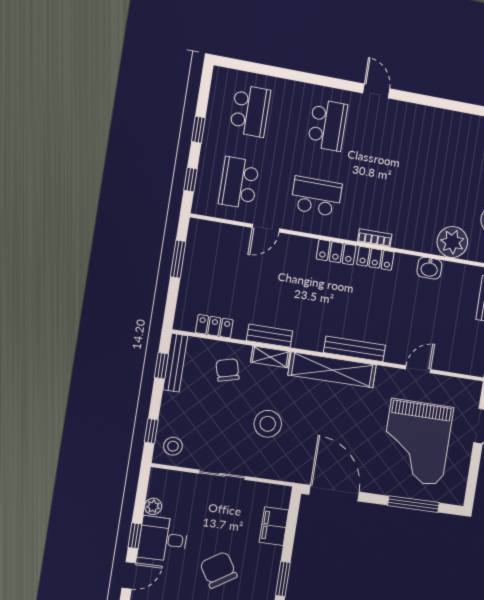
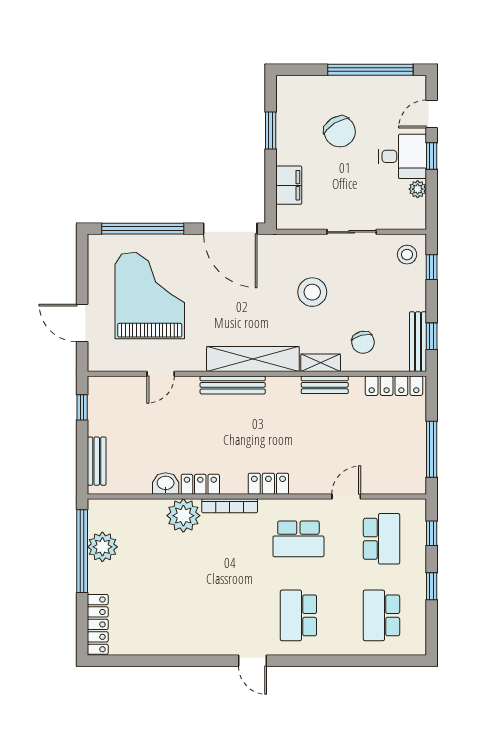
bookcase: (375, 238) -> (230, 506), width x1.56
plant: (452, 242) -> (183, 516), moved
locker: (375, 258) -> (200, 484), moved
window: (178, 259) -> (432, 449), width x1.44
locker: (214, 326) -> (394, 386), width x1.53
window: (413, 504) -> (143, 229), width x1.46

